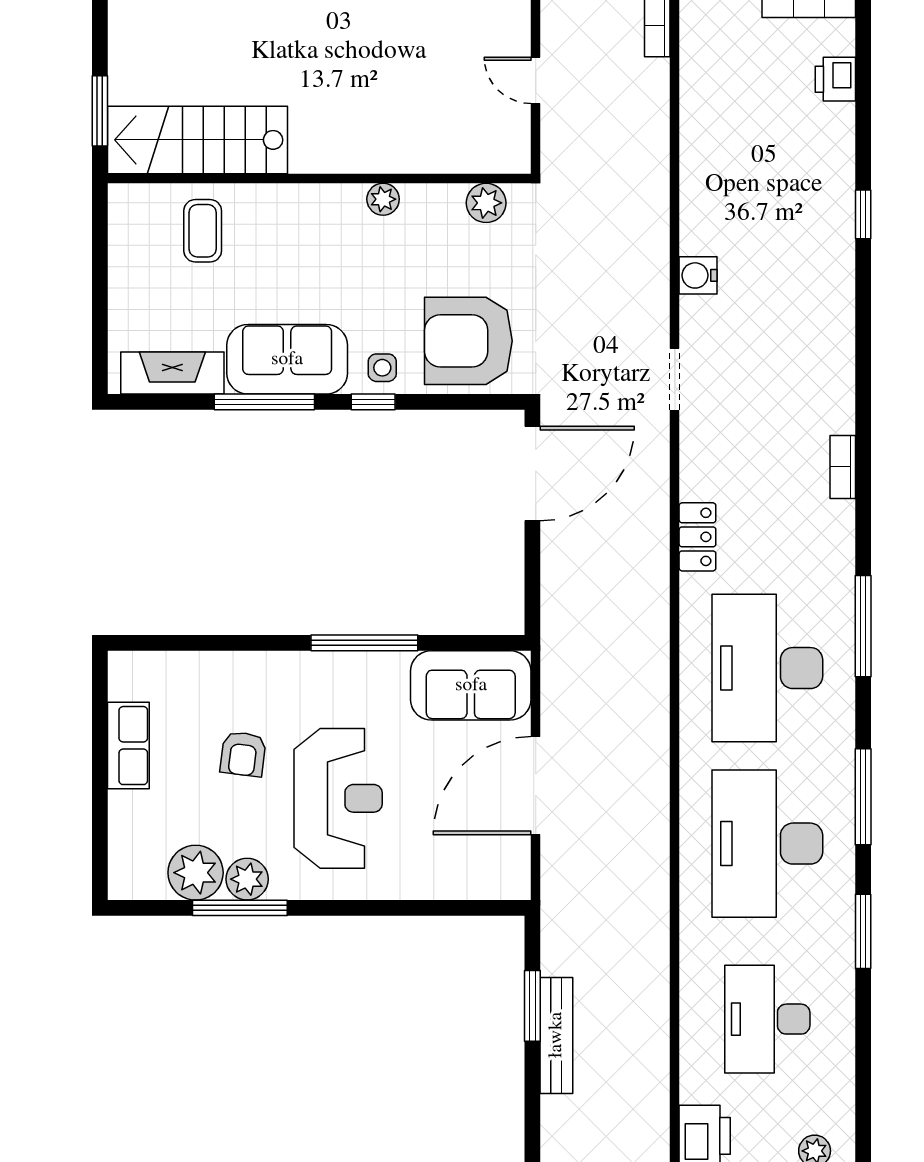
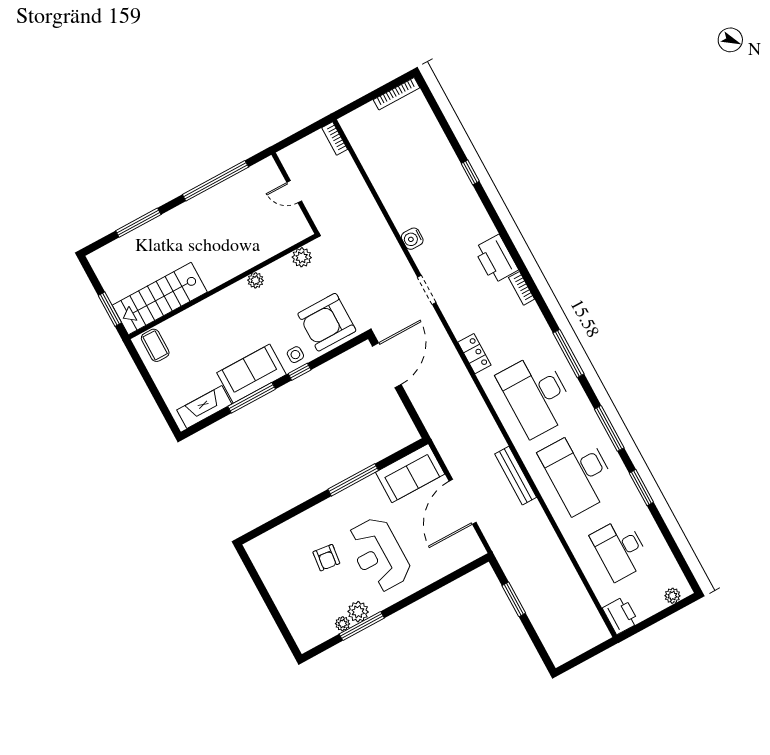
printer: (835, 79) -> (496, 259), moved, width x1.87, depth x1.48
coffee table: (203, 231) -> (155, 345), moved
row of seats: (128, 746) -> (274, 581), removed
reception desk: (338, 798) -> (379, 555), turned 180
plant: (196, 873) -> (343, 624), width x0.53, depth x0.53
bench: (556, 1035) -> (516, 476), moved

